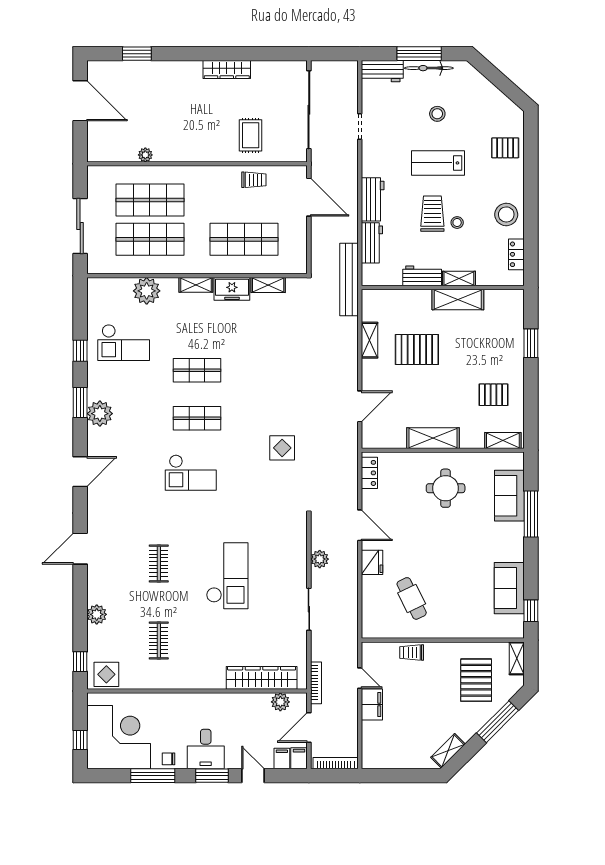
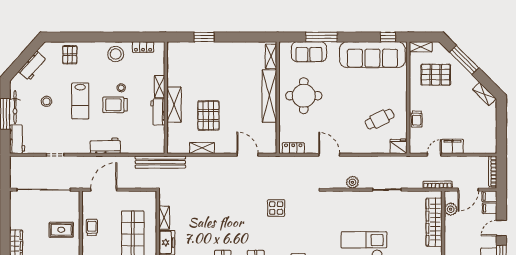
workbench: (372, 243) -> (33, 66), moved, turned 132
shelving: (458, 299) -> (174, 105), moved
pallet: (493, 395) -> (240, 63), removed
shelving: (433, 438) -> (269, 96), width x1.47
round table: (446, 488) -> (304, 96), width x1.36, depth x1.36
door: (360, 525) -> (329, 155), hinge flipped
fridge: (372, 562) -> (399, 146), moved
sofa: (509, 588) -> (372, 55), width x1.85, depth x1.27
door: (309, 728) -> (468, 190), hinge flipped

